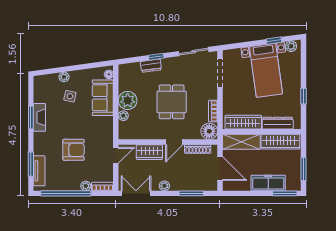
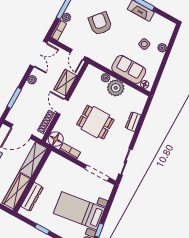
window: (156, 57) -> (138, 130), removed
wardrobe: (243, 122) -> (48, 170), removed
armchair: (74, 150) -> (100, 24), turned 131

